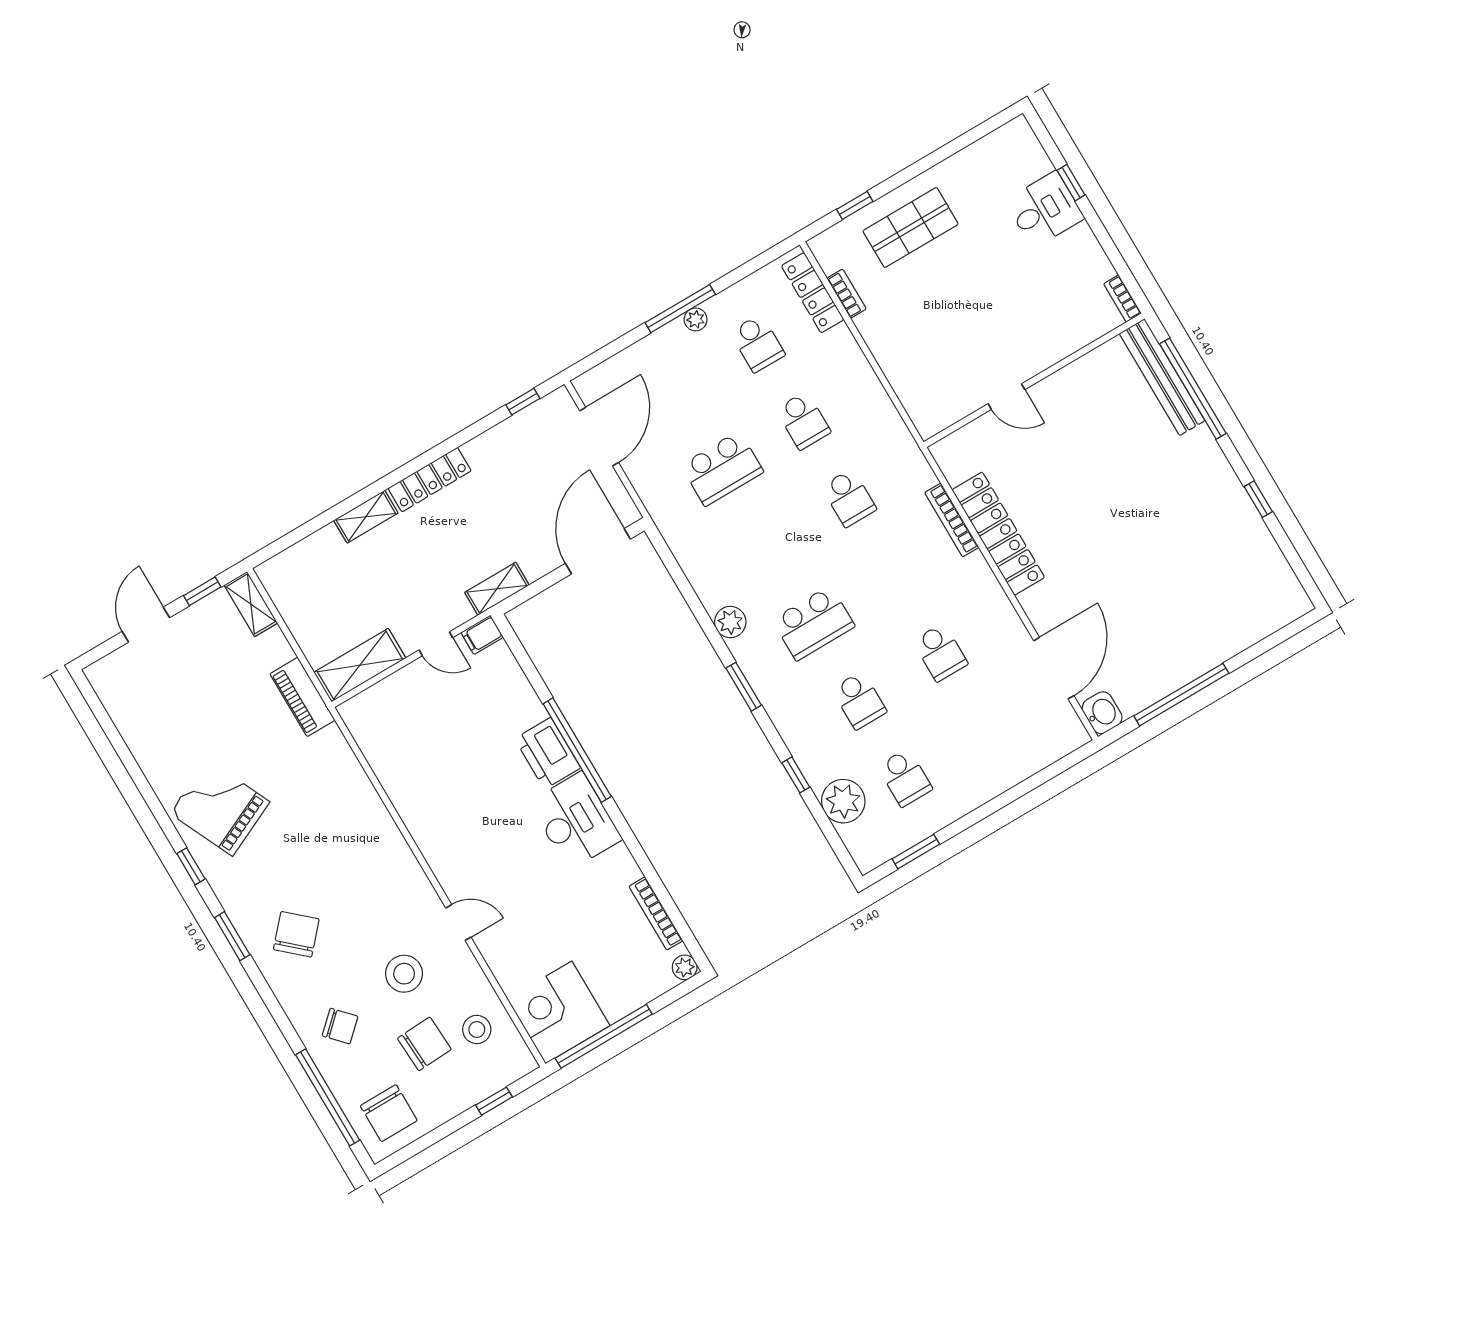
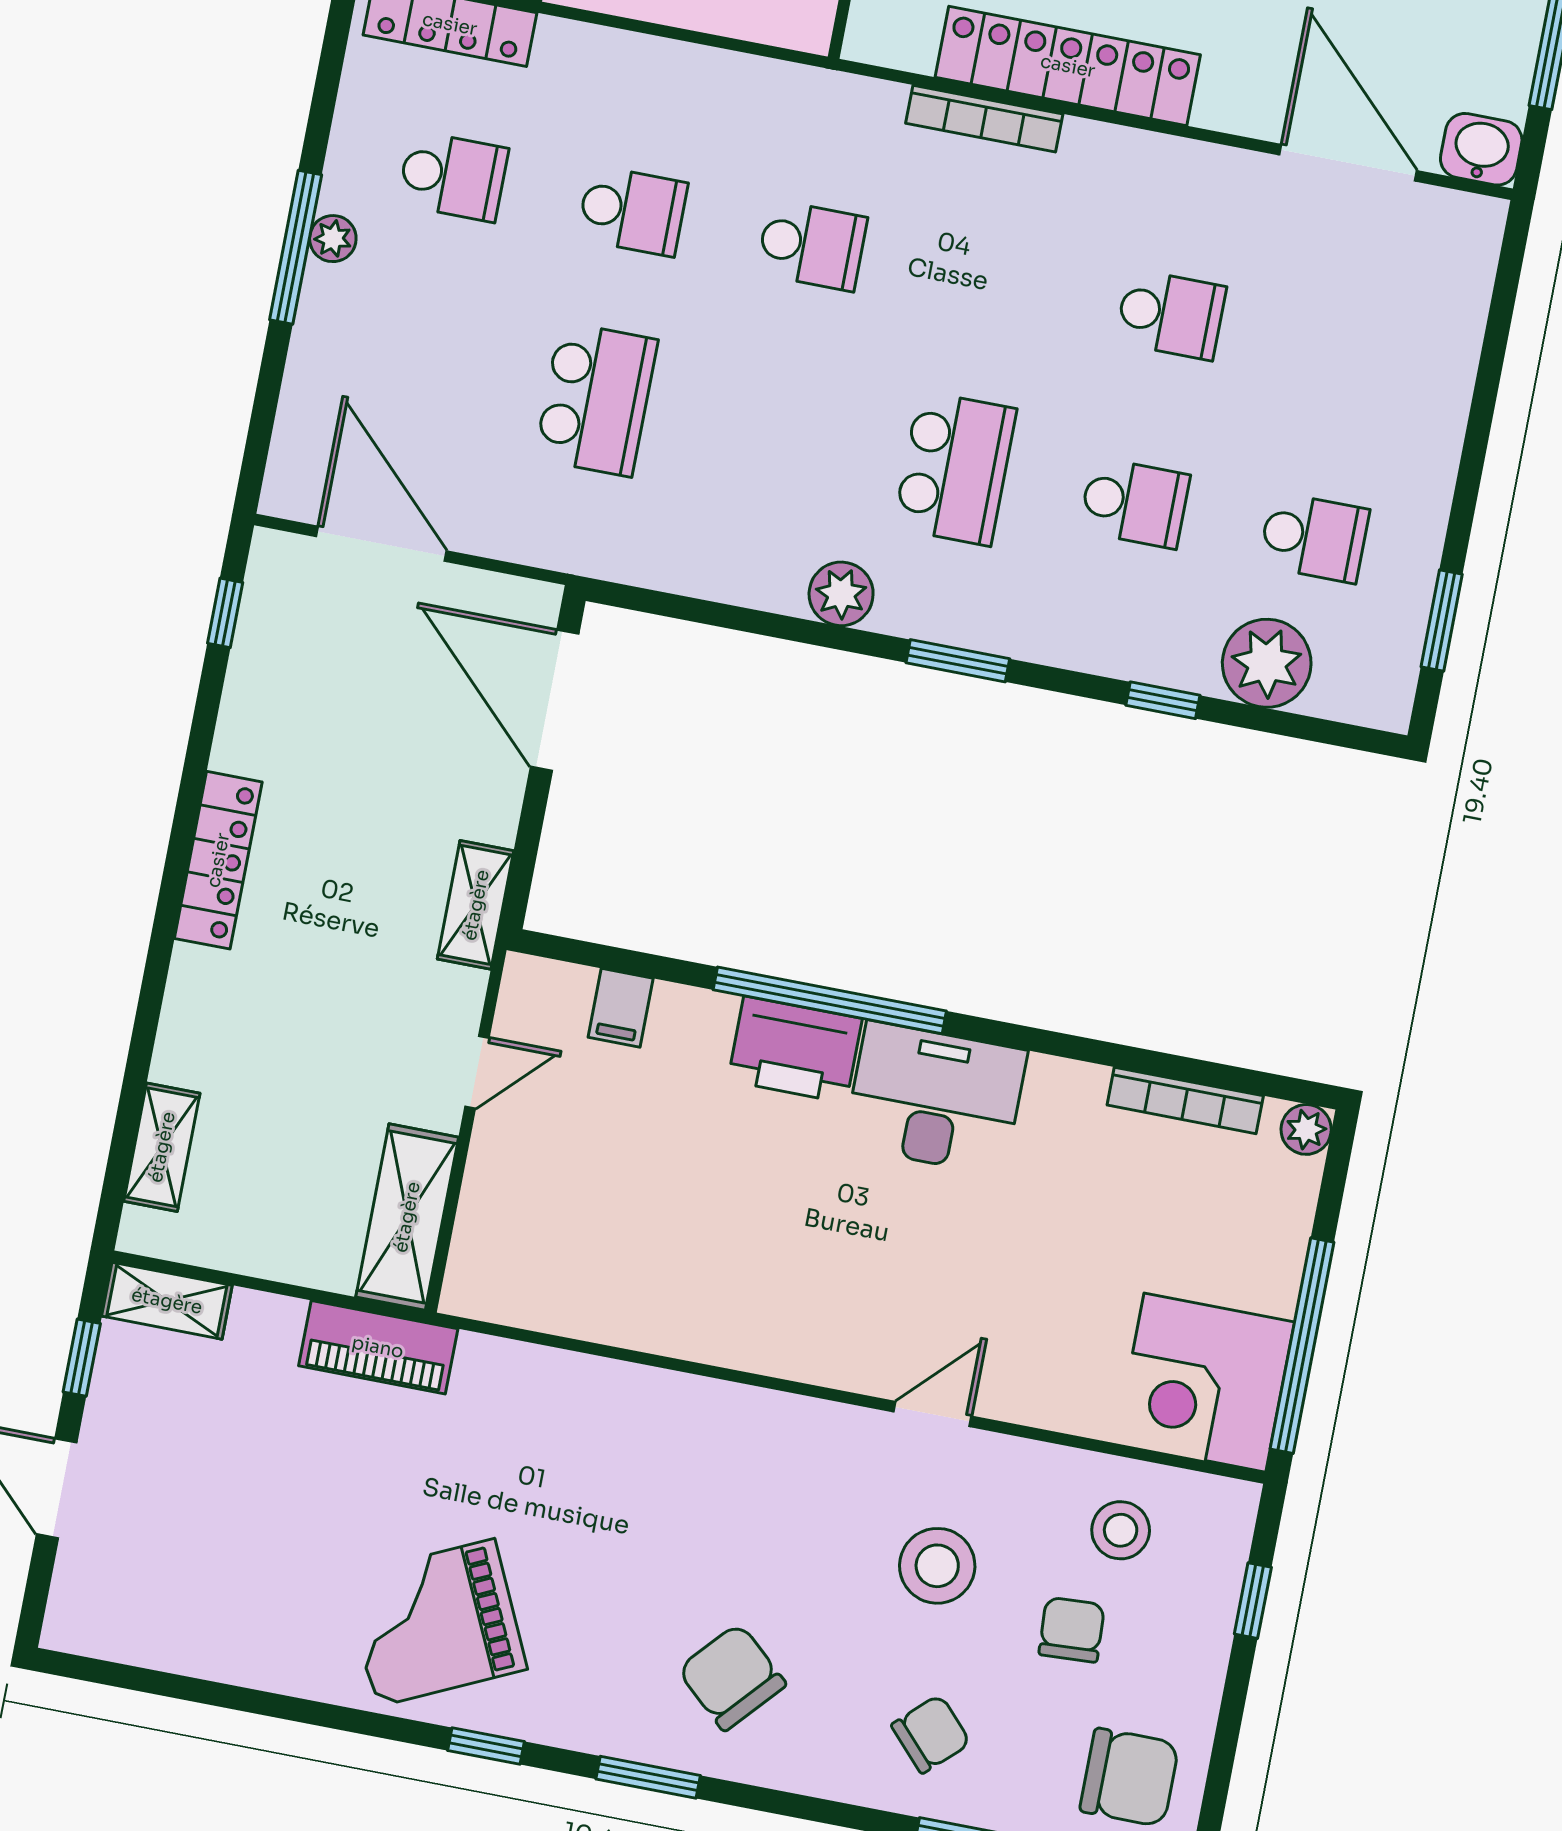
shelving: (366, 517) -> (162, 1147), moved
filing cabinet: (482, 635) -> (621, 1008), moved
chair: (424, 1044) -> (1072, 1630), width x0.73, depth x0.73

